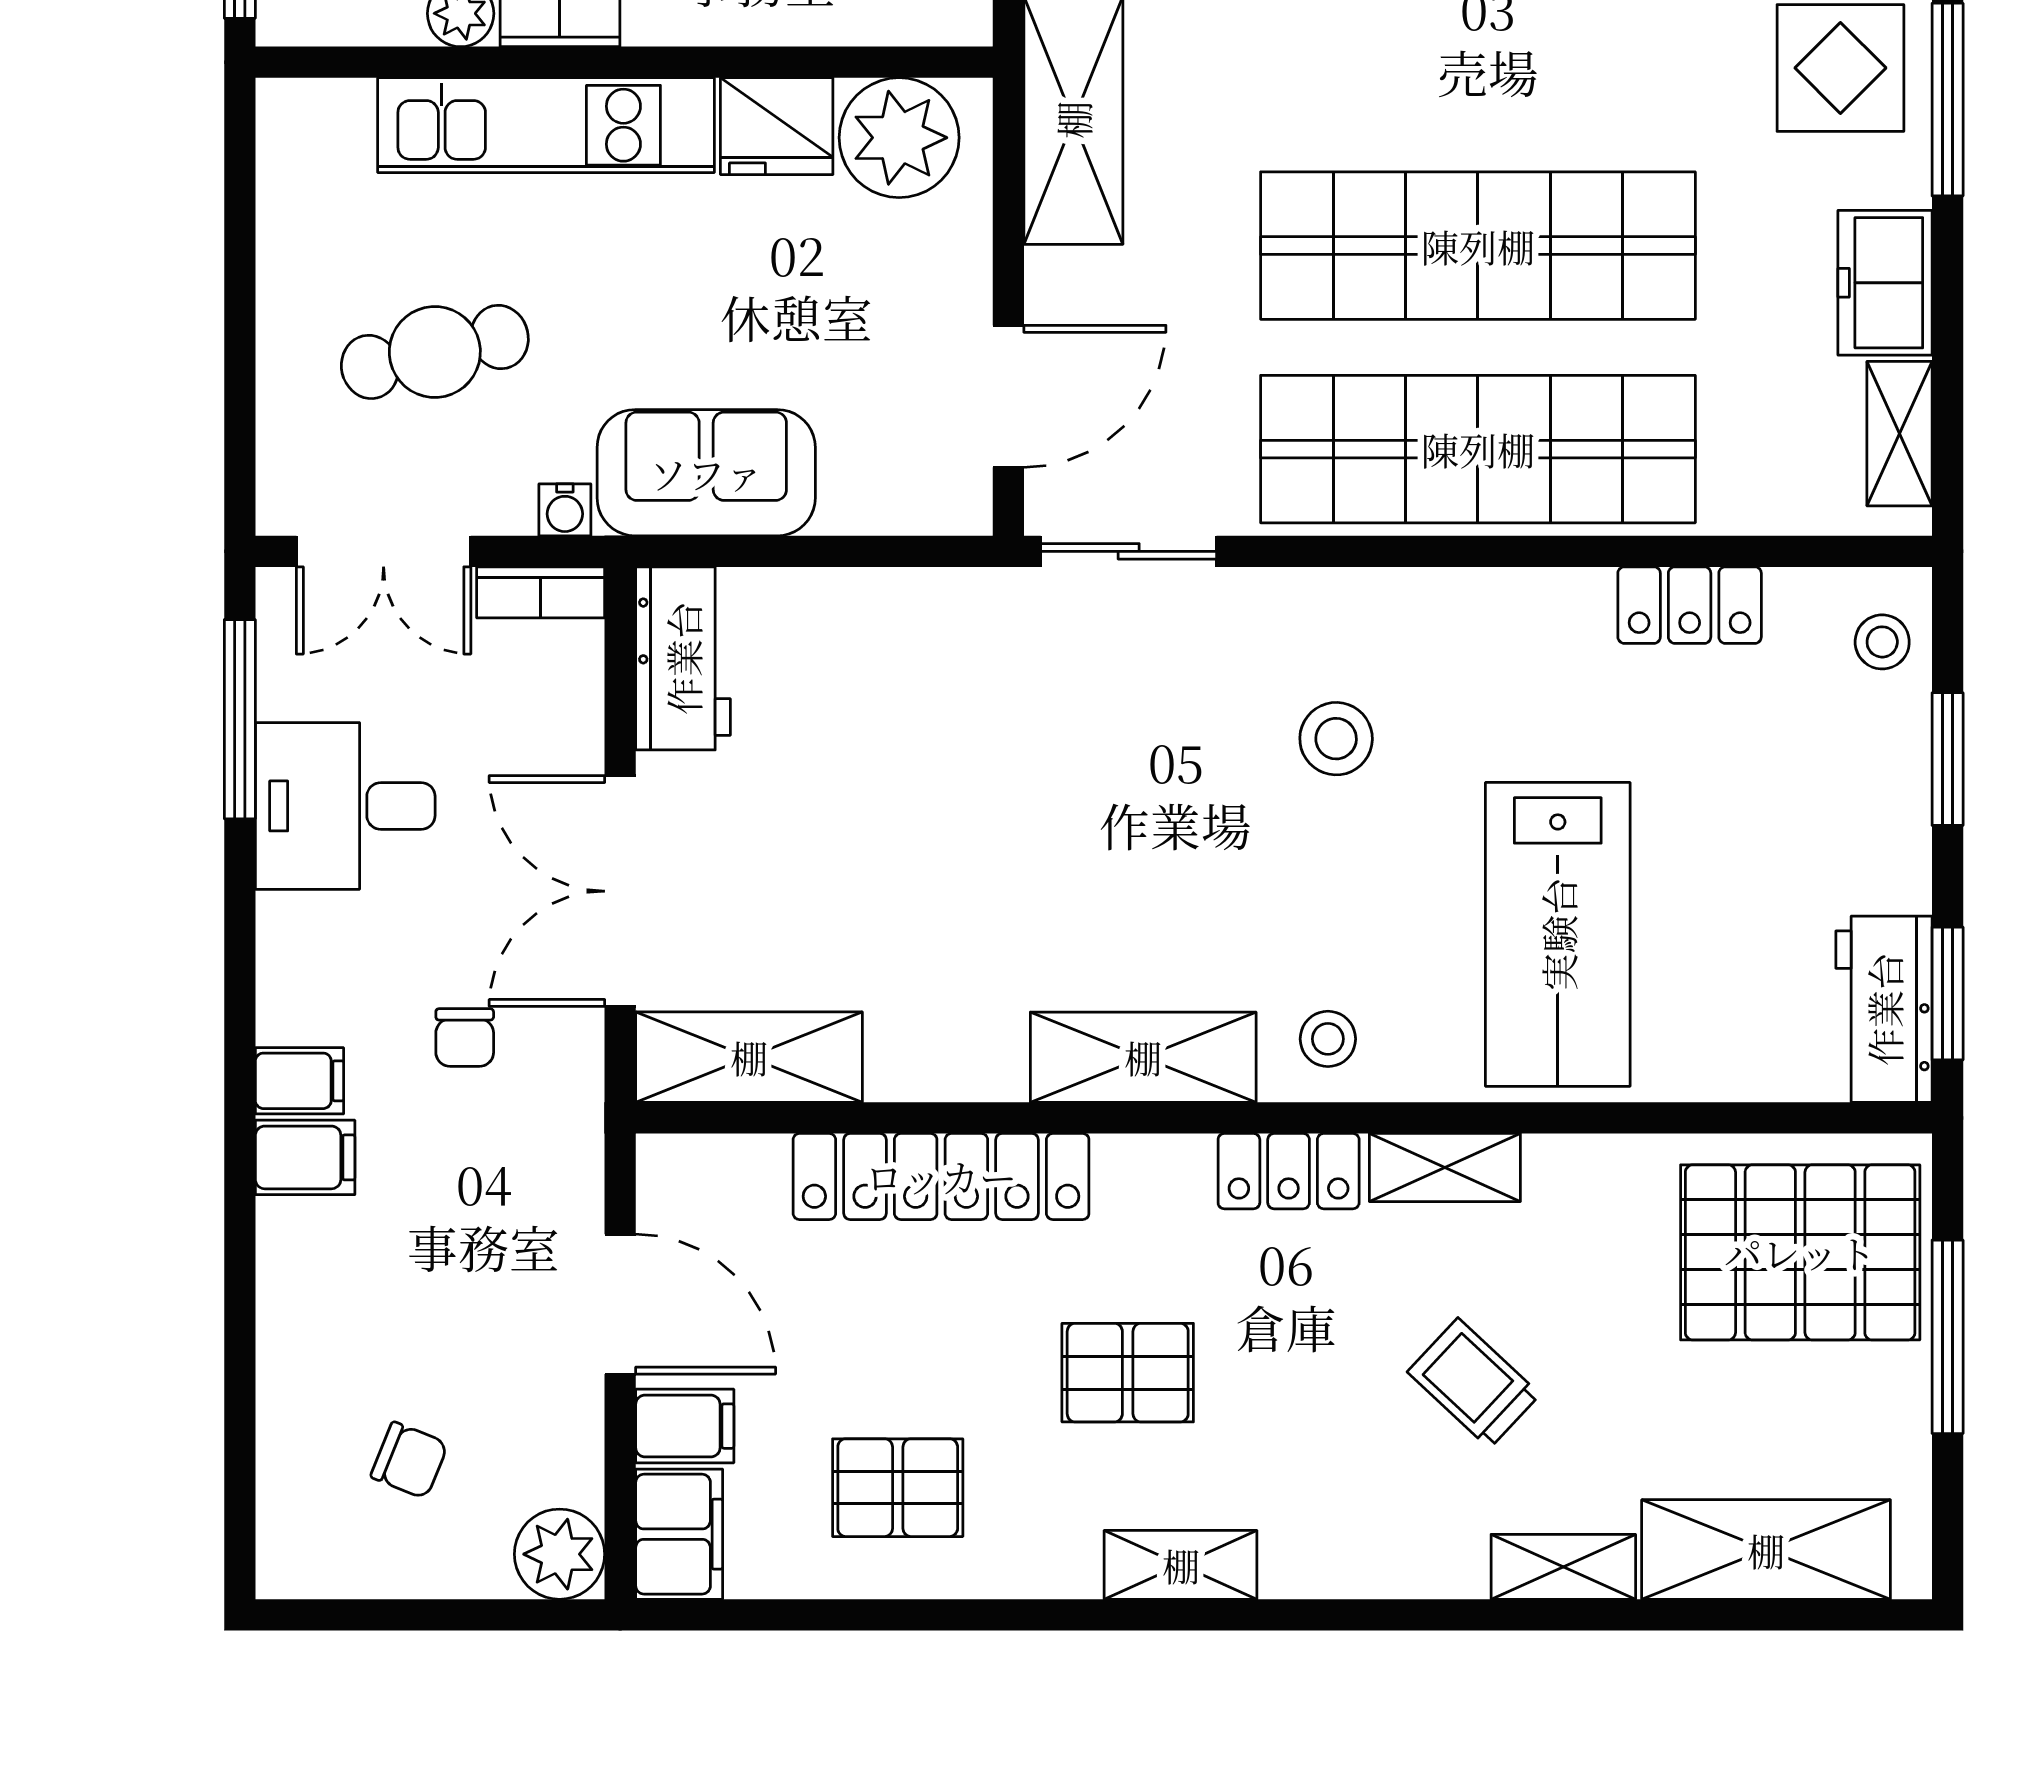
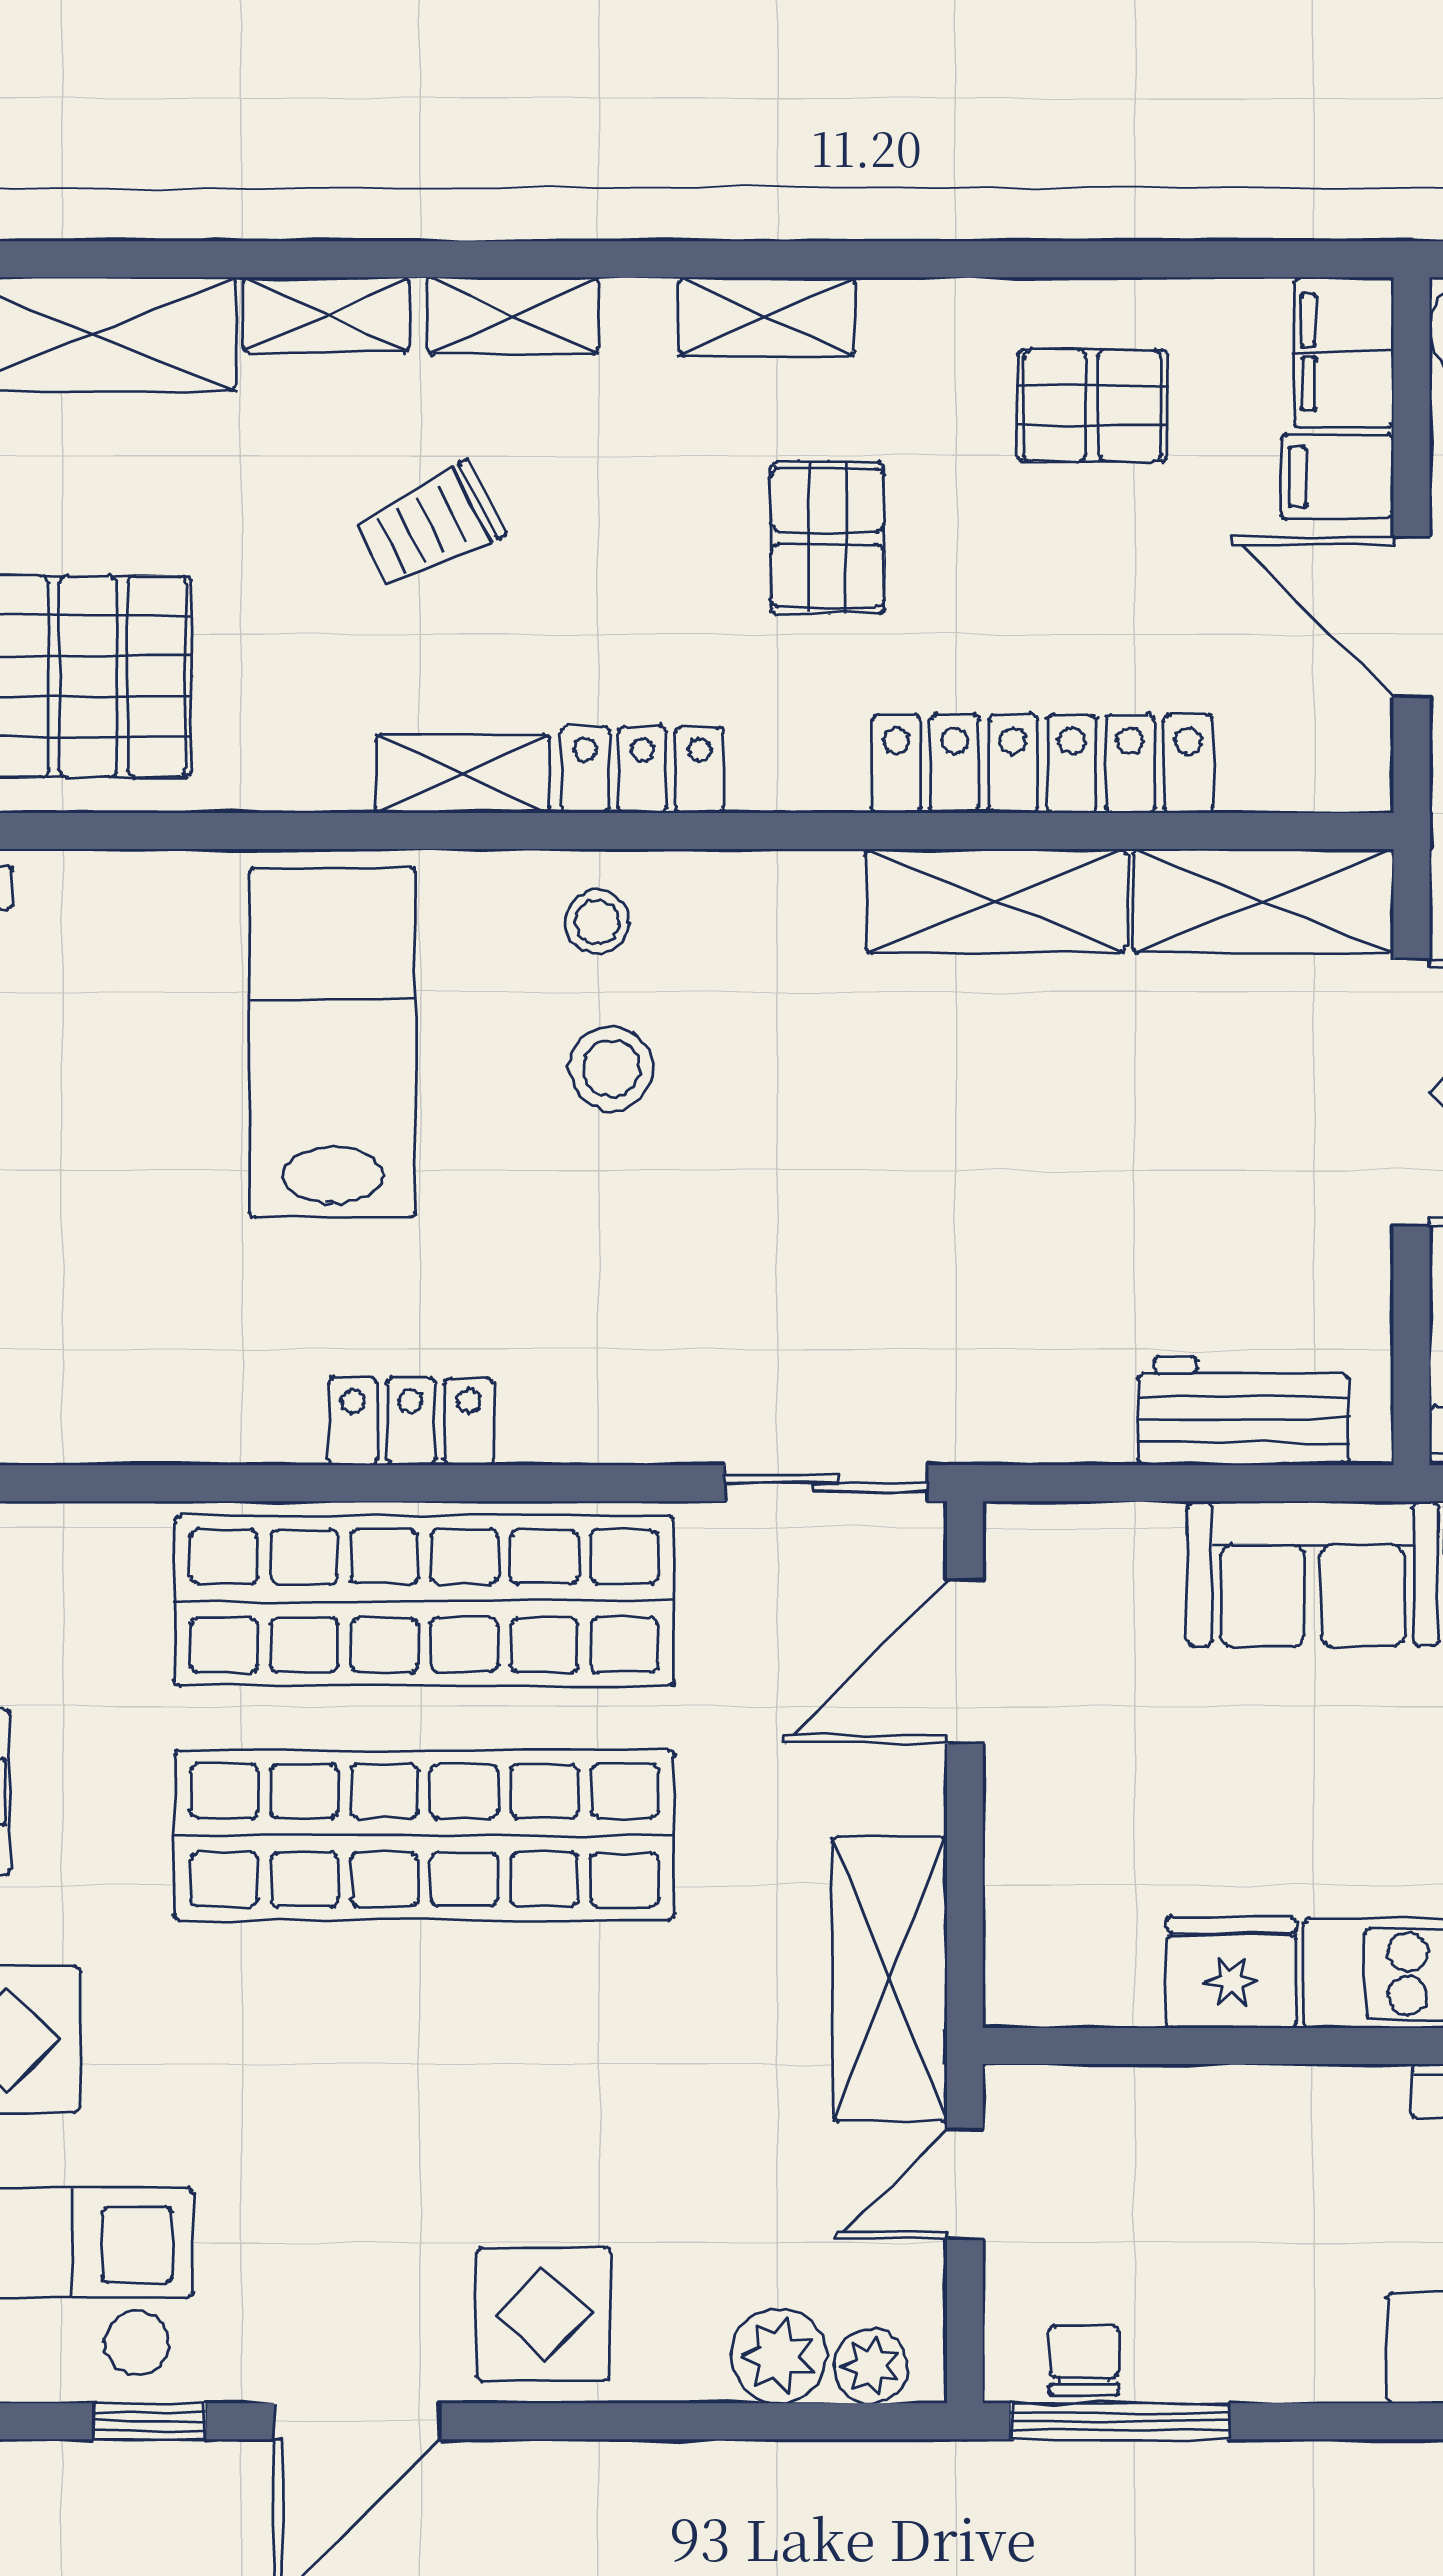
plant: (899, 138) -> (1091, 1959), removed
locker: (1690, 605) -> (411, 1421), moved
workbench: (683, 658) -> (1243, 1411), moved, turned 90
stool: (1336, 739) -> (611, 1068), moved
shelving: (1143, 1057) -> (996, 901), moved
pallet: (1128, 1373) -> (827, 538), turned 90
trolley: (1474, 1383) -> (429, 526), turned 110
shelving: (1401, 1566) -> (513, 315), added

